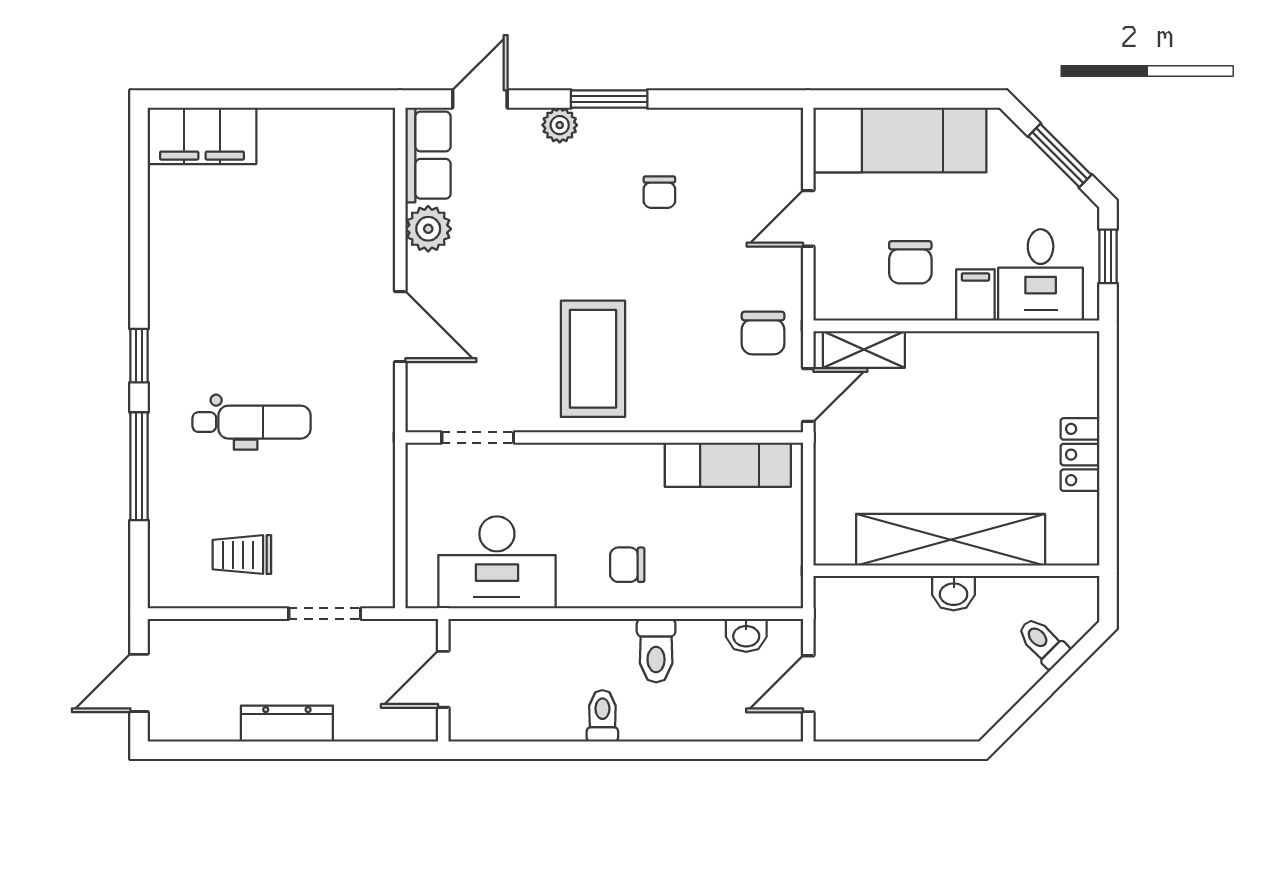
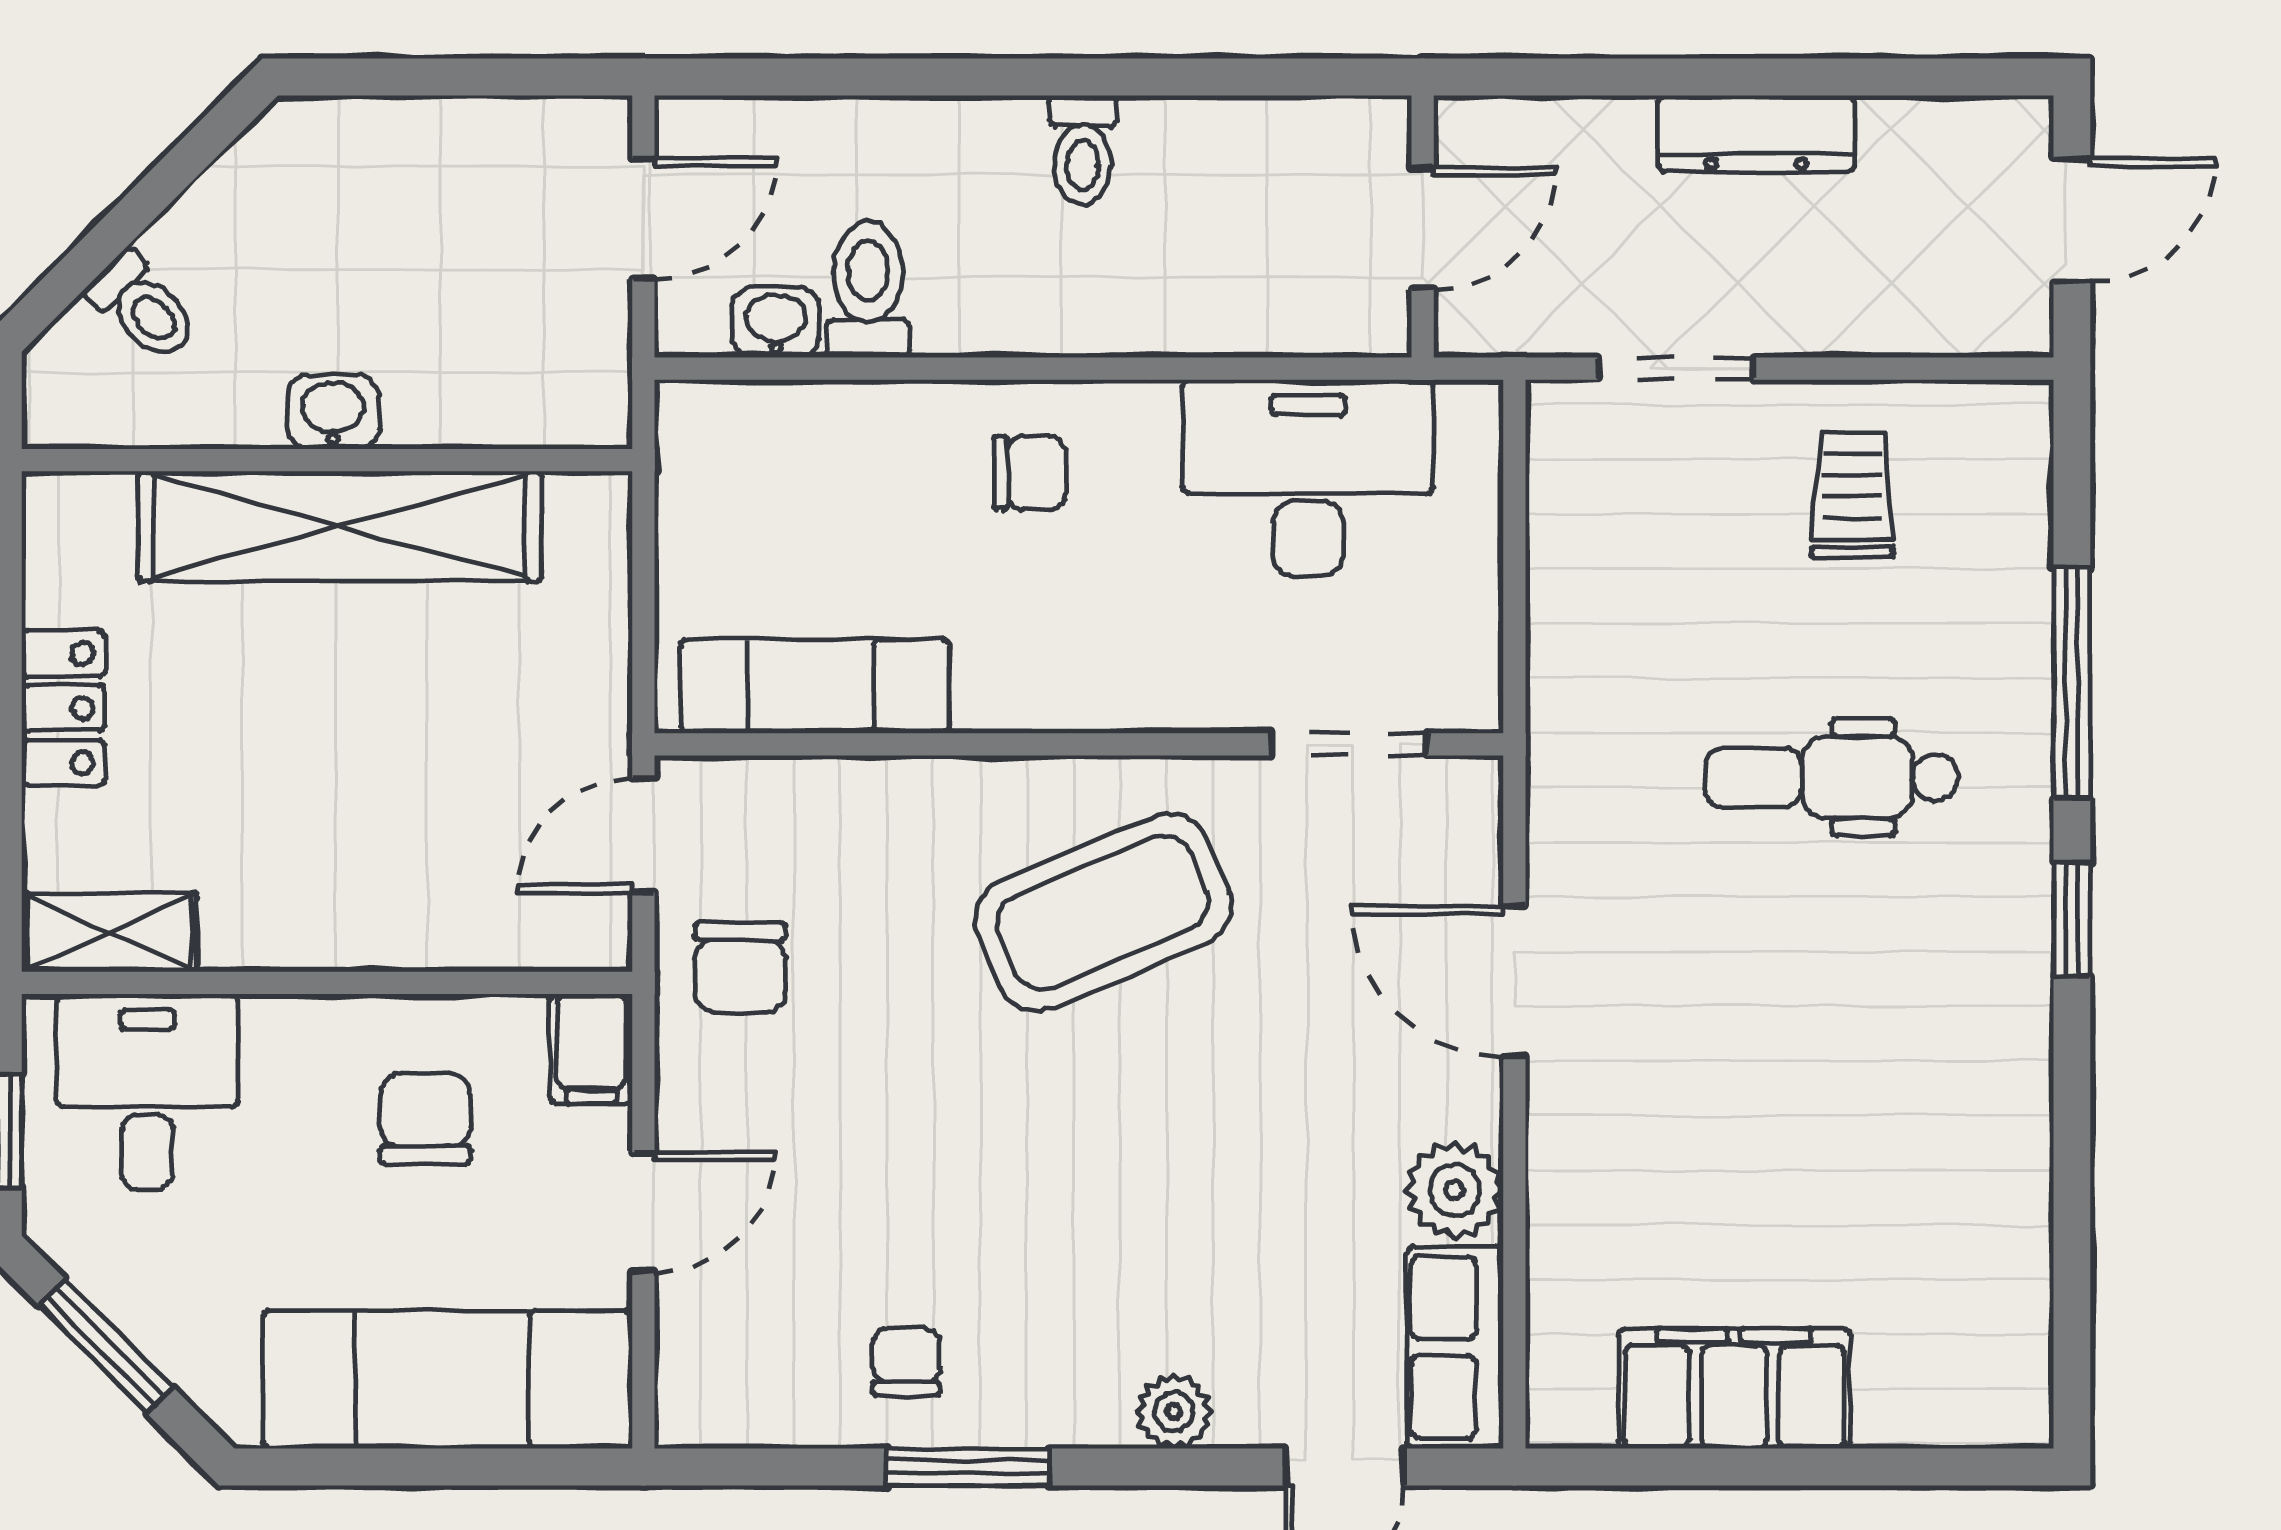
window: (609, 99) -> (968, 1467), moved
filing cabinet: (202, 136) -> (1734, 1388), moved
chair: (659, 192) -> (906, 1362), moved
filing cabinet: (975, 295) -> (591, 1049), moved
chair: (763, 333) -> (740, 968), turned 180
shelving: (864, 349) -> (109, 932), moved
coffee table: (593, 359) -> (1103, 912), turned 67
trolley: (242, 555) -> (1852, 495), turned -90
toilet: (656, 651) -> (868, 290), moved

